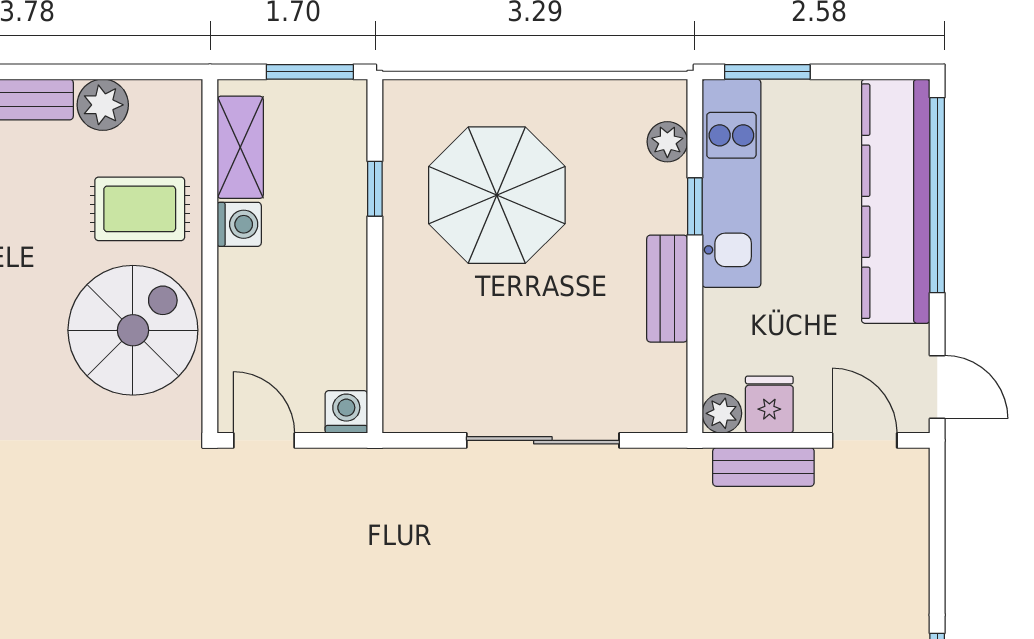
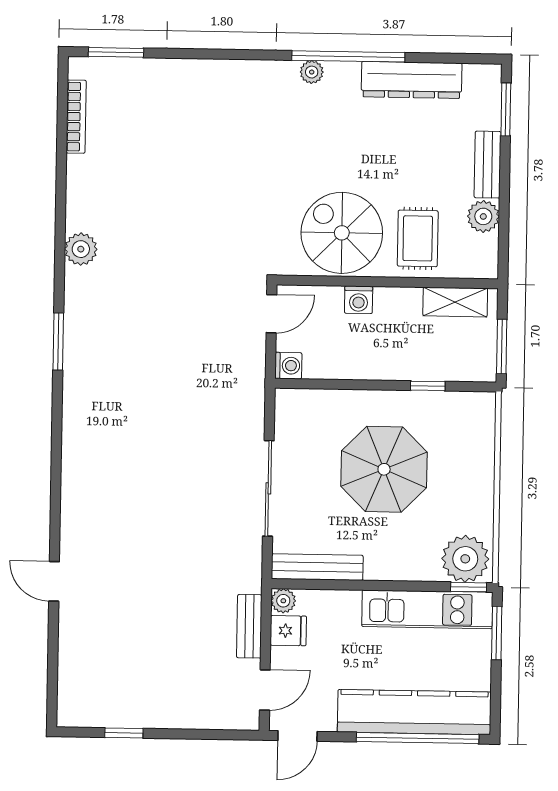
plant: (667, 142) -> (465, 559), width x1.88, depth x1.88
parasol: (497, 195) -> (384, 469), moved
window: (695, 206) -> (469, 587), moved
washing machine: (239, 224) -> (359, 300), moved
bench: (667, 289) -> (317, 567), moved, width x1.36
spiral stairs: (133, 330) -> (342, 233), turned 180

